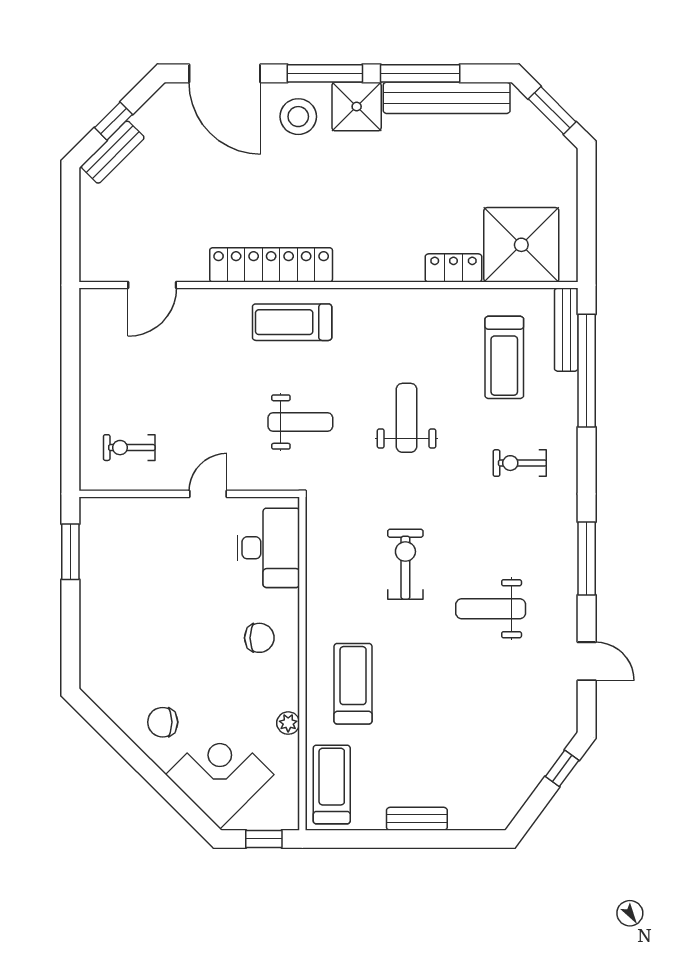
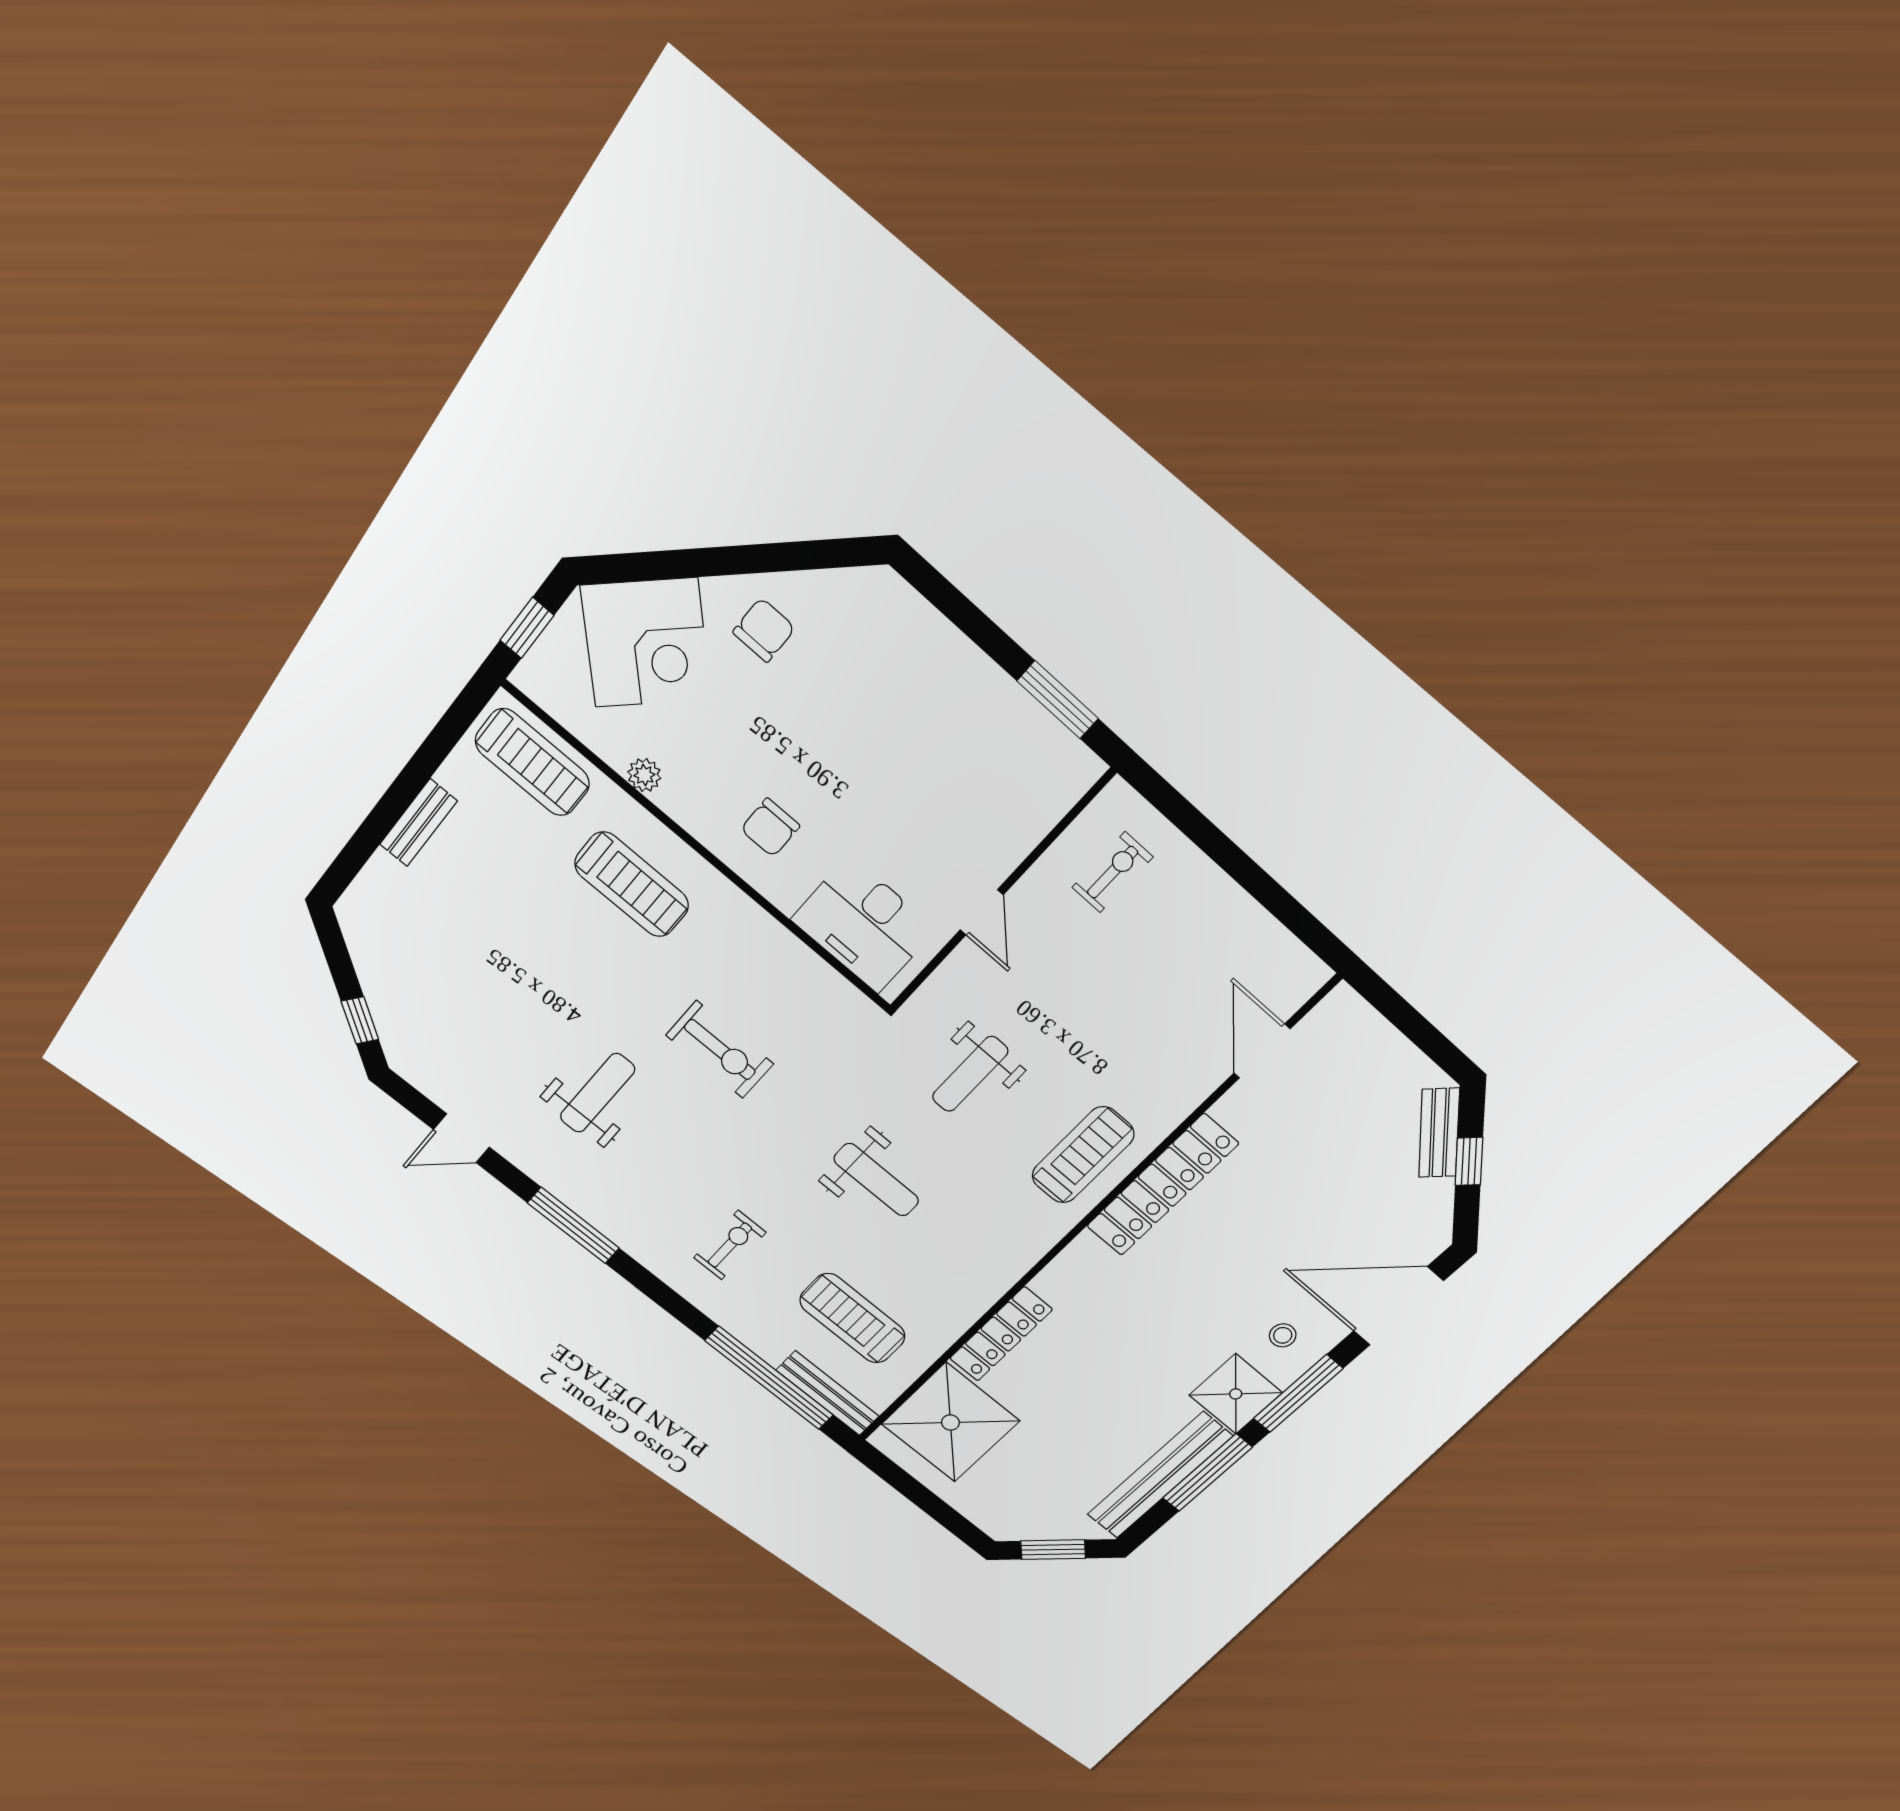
stool: (298, 117) -> (1283, 1335), width x0.53, depth x0.53
locker: (453, 268) -> (1001, 1334), width x1.53

